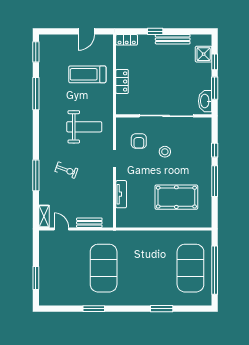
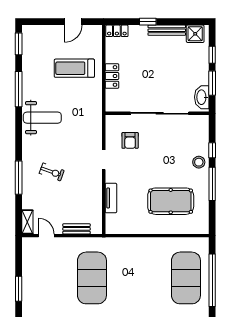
shower: (204, 54) -> (195, 34), moved
weight bench: (84, 127) -> (42, 118), moved
stool: (165, 152) -> (199, 162), moved

